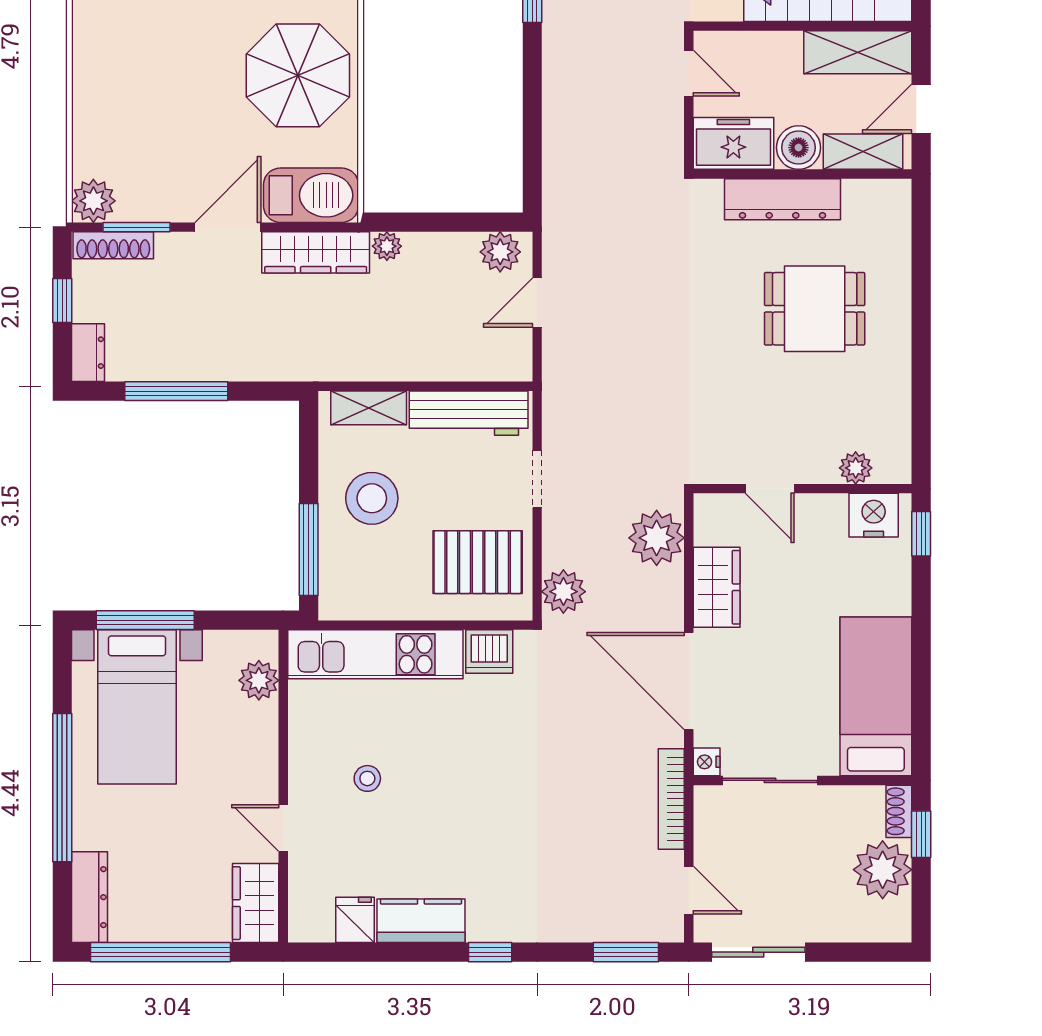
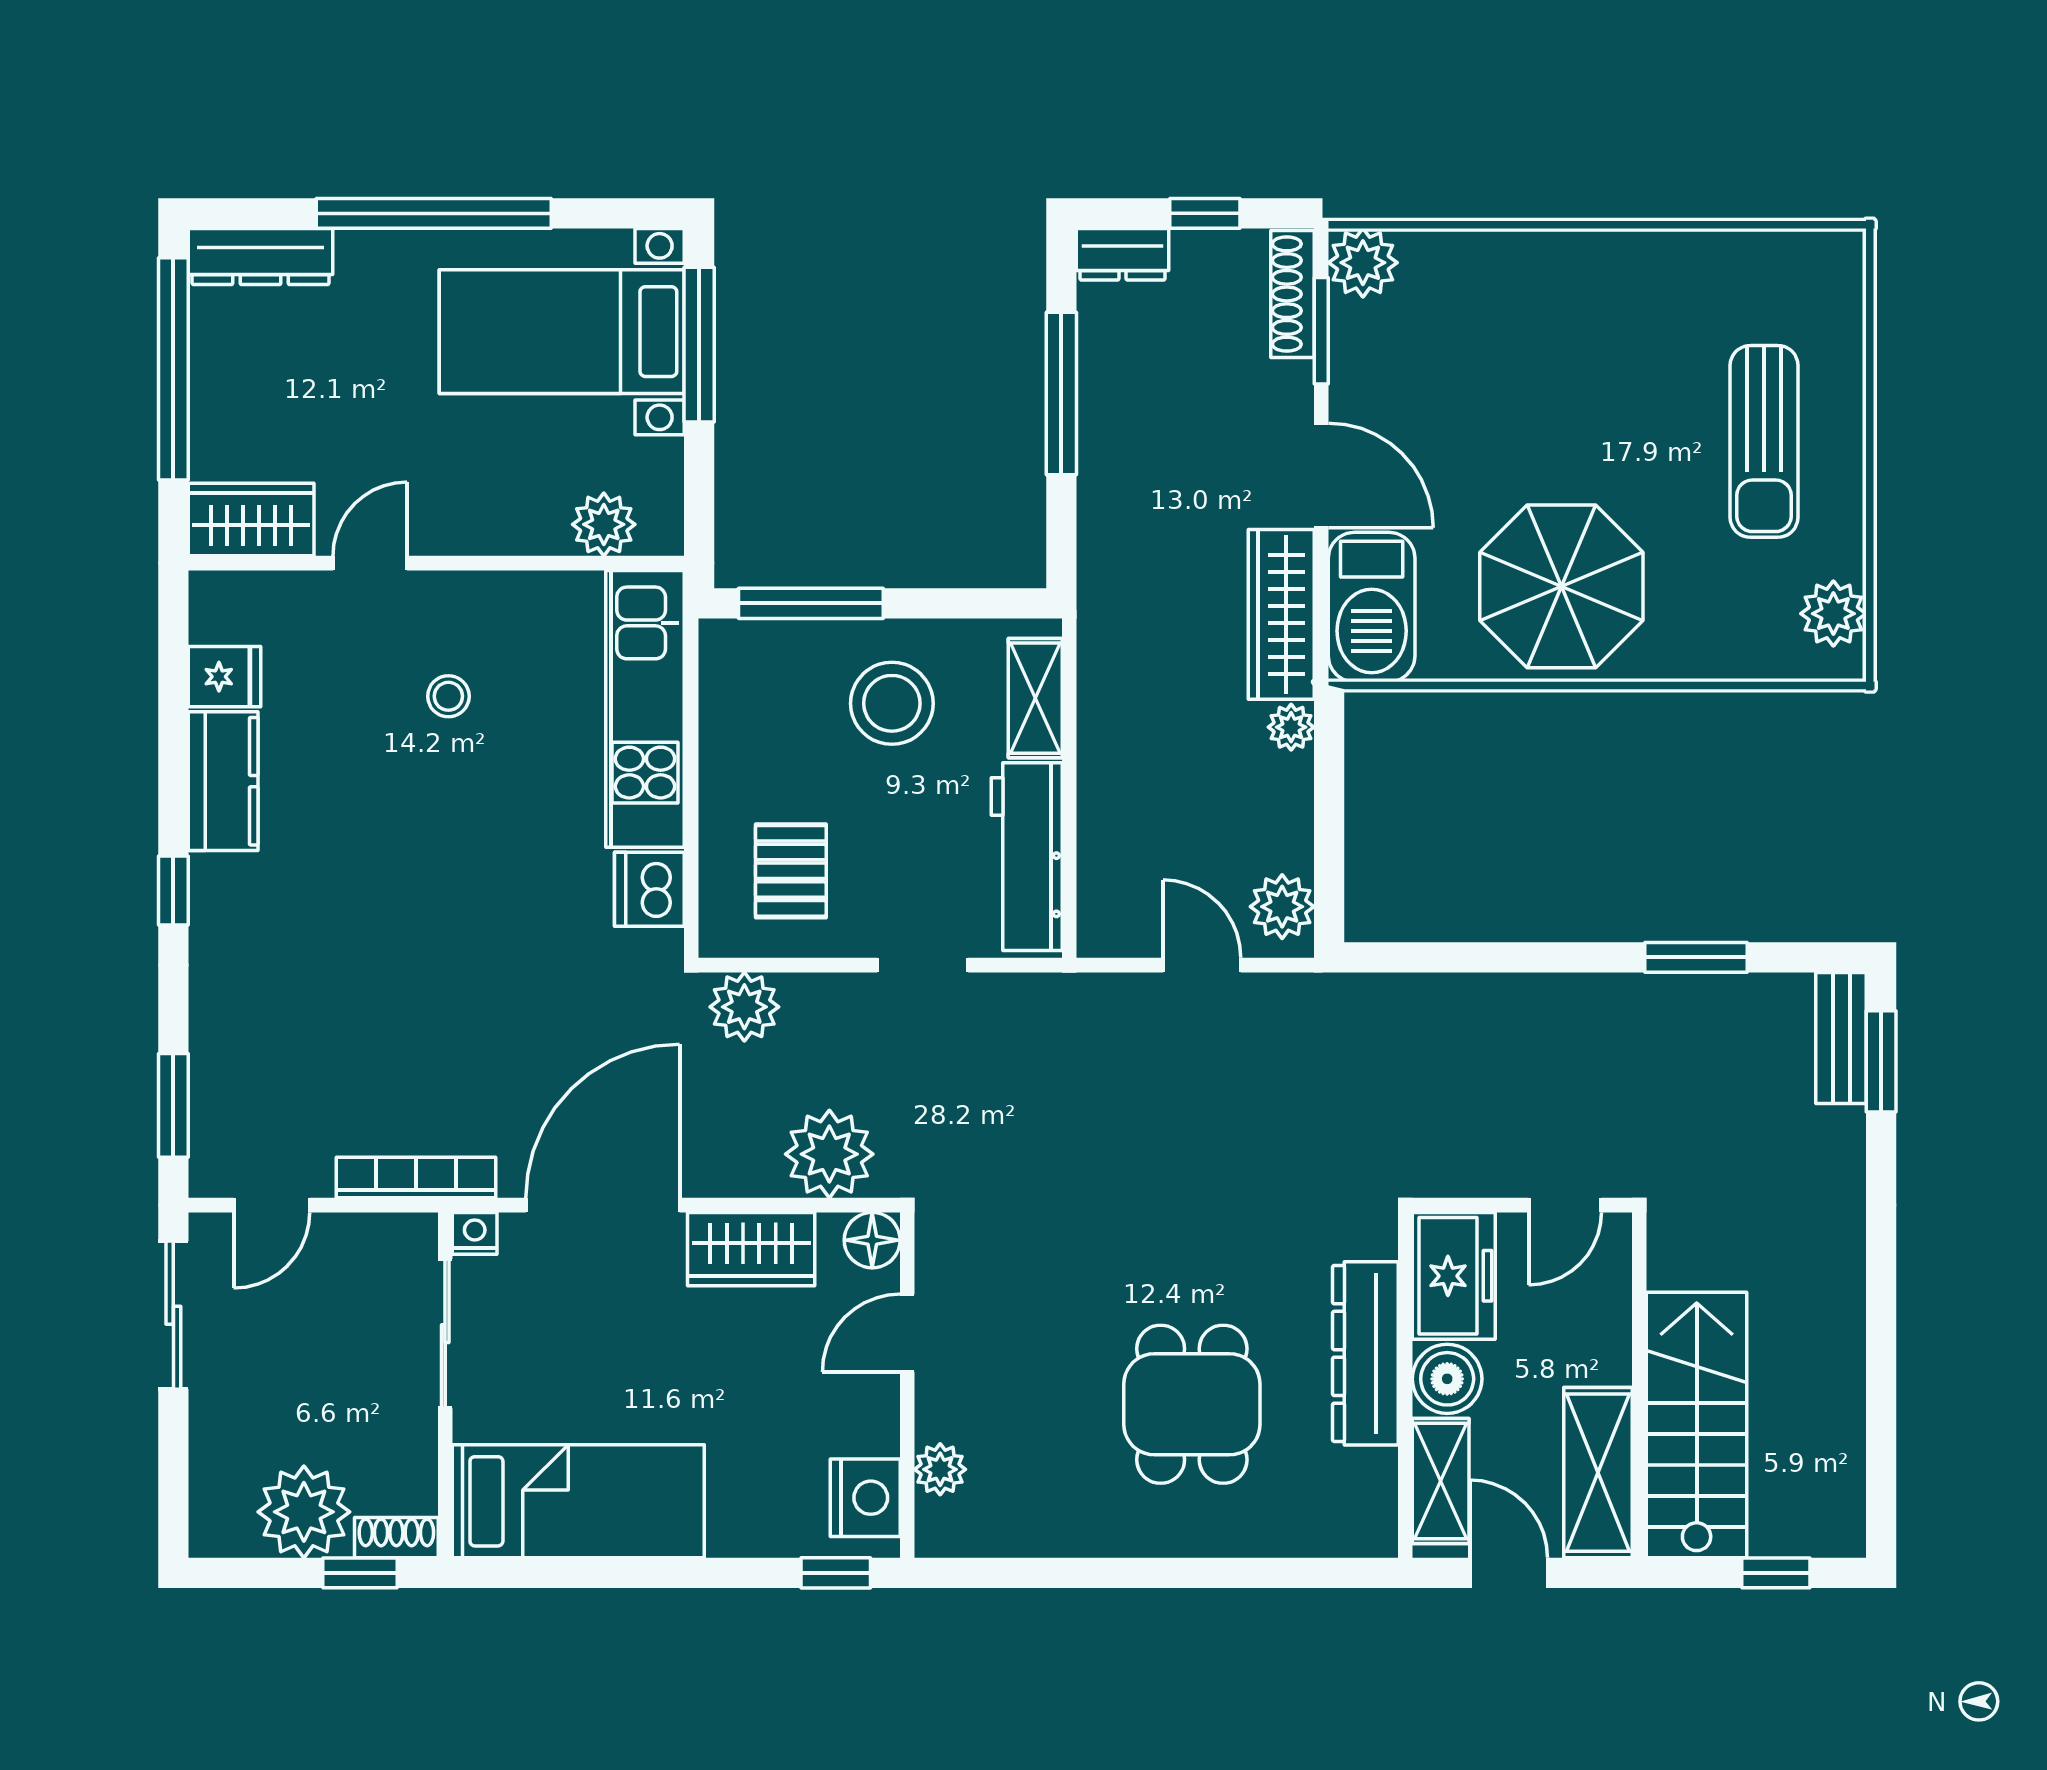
floor lamp: (711, 511) -> (872, 1240), added
pallet: (478, 562) -> (791, 871), width x0.67, depth x0.71

